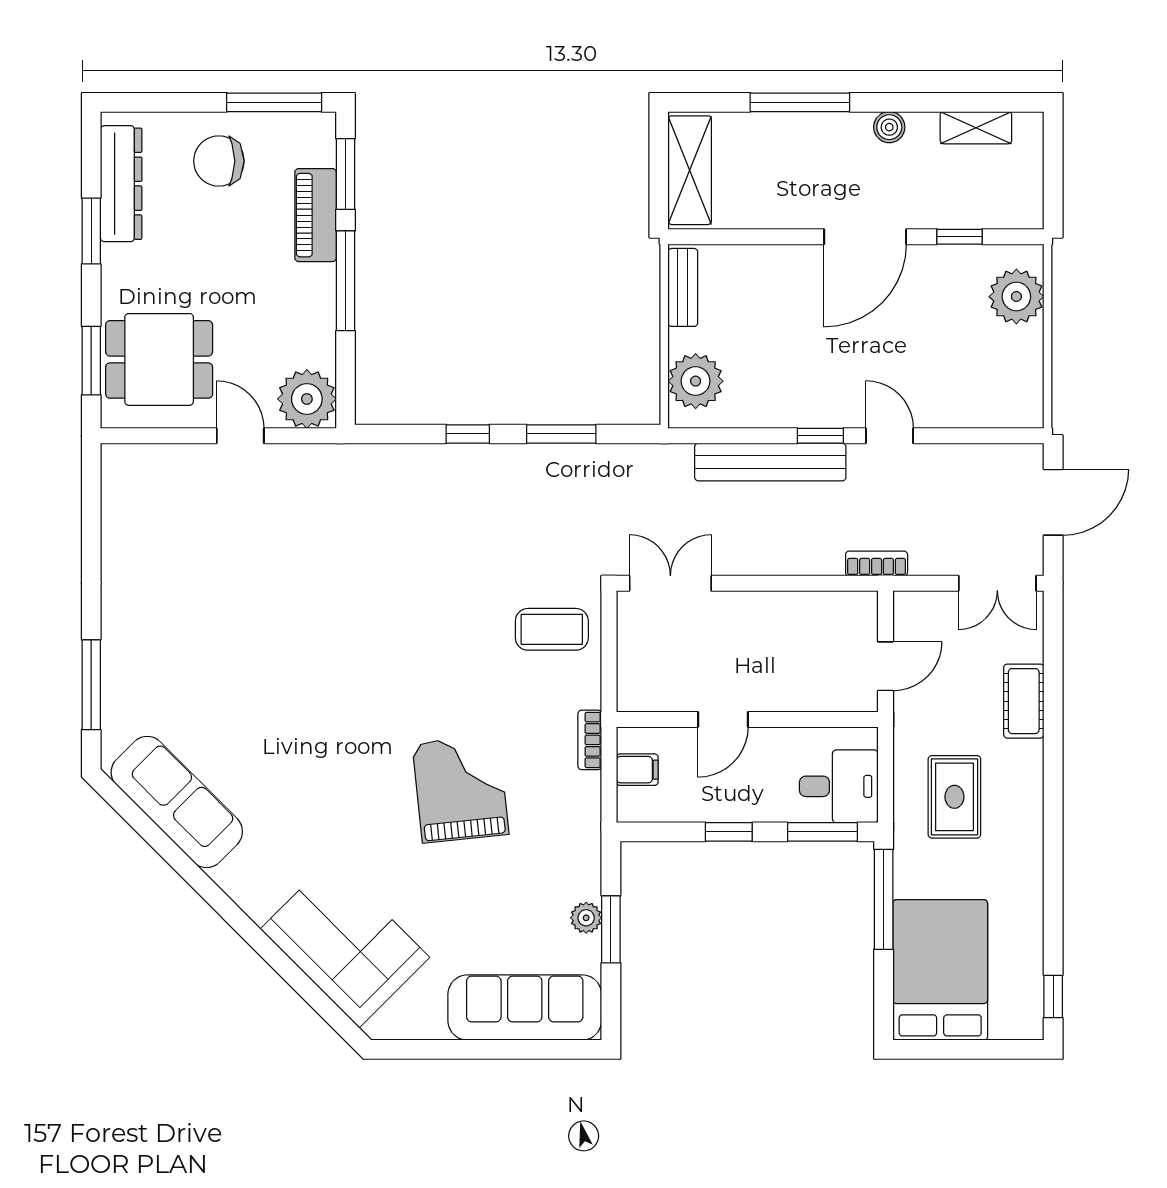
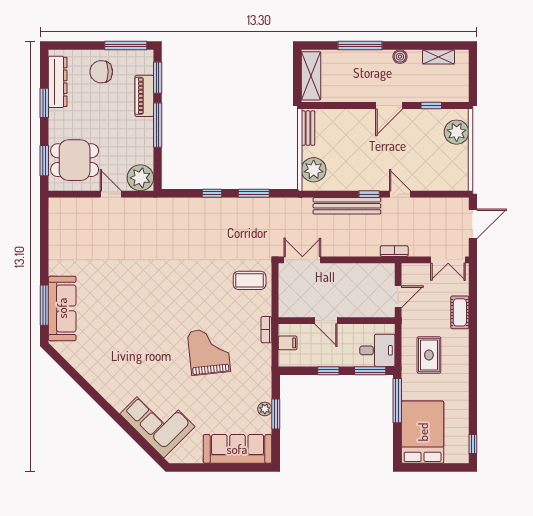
door: (865, 237) -> (389, 106), width x0.73
door: (723, 720) -> (326, 321), hinge flipped
sofa: (177, 802) -> (62, 308), moved, turned 45

